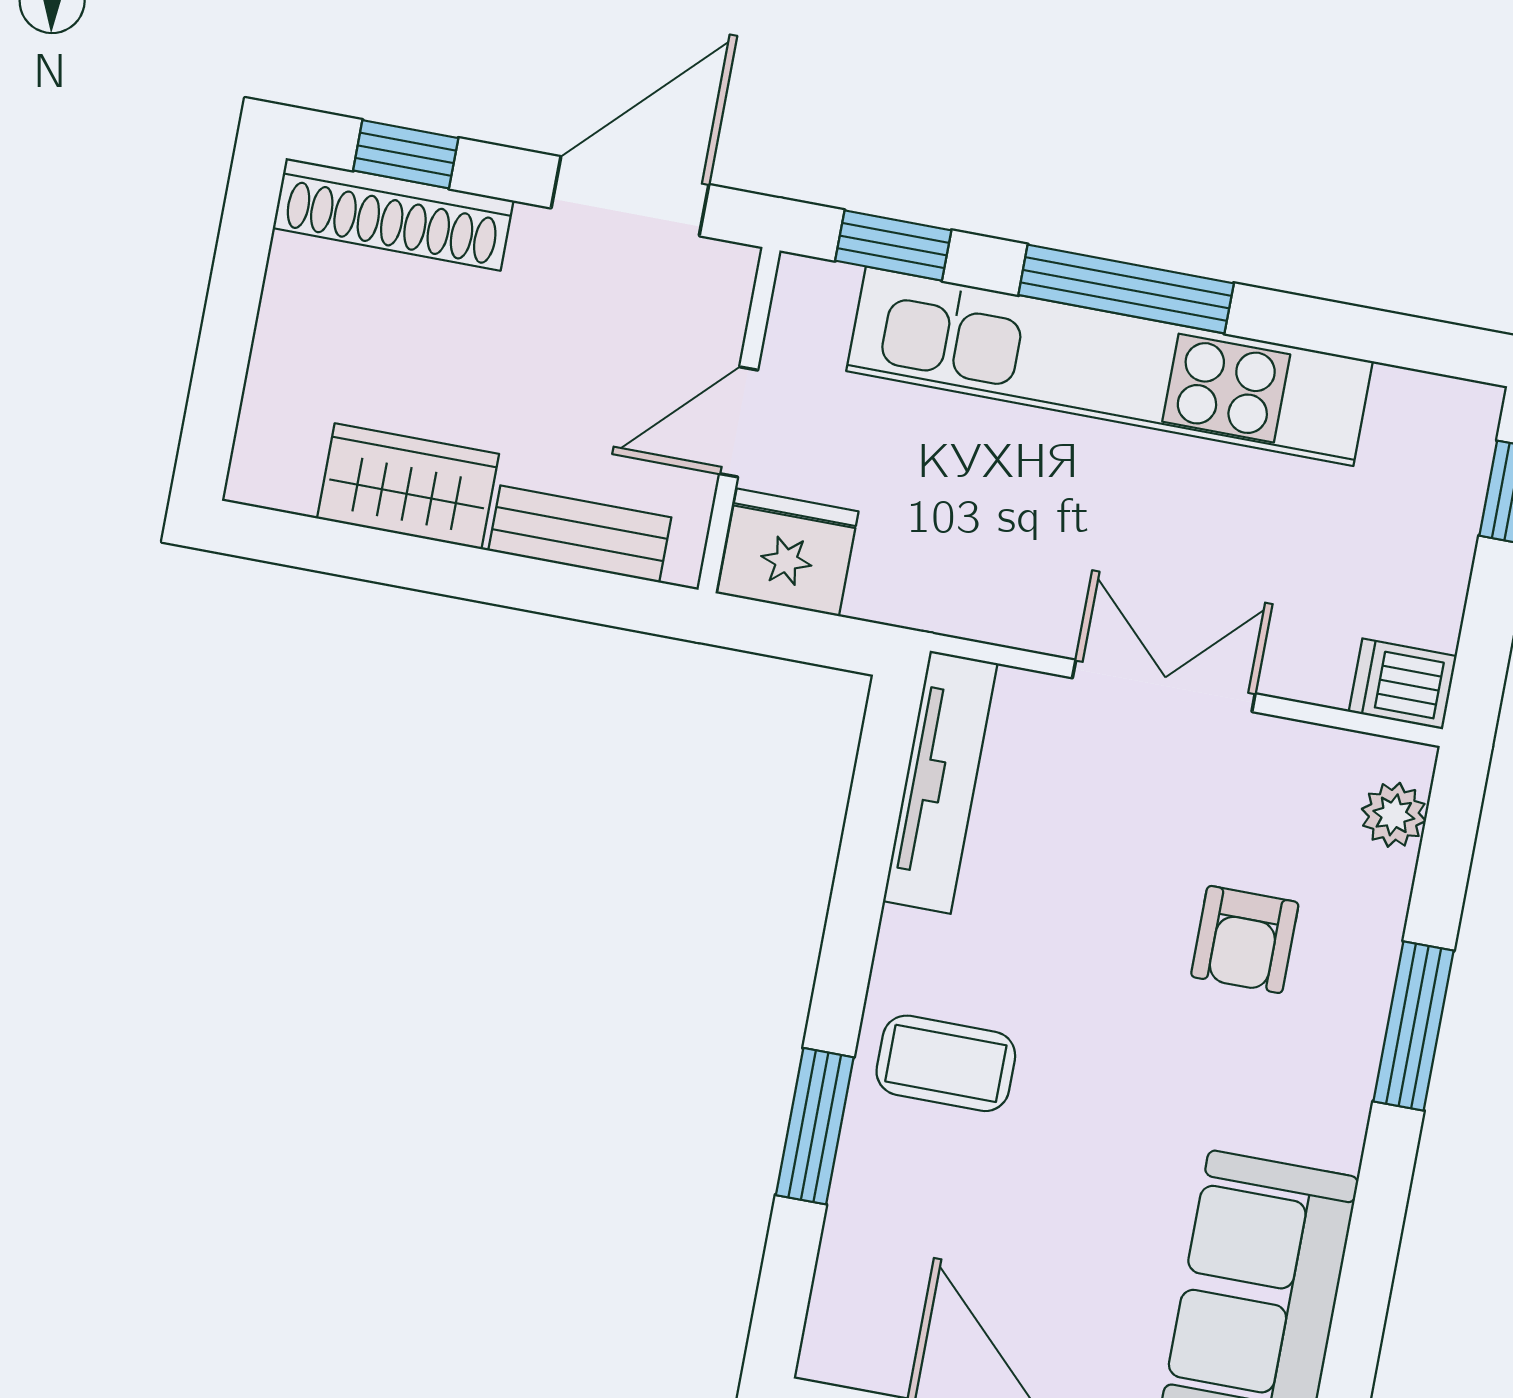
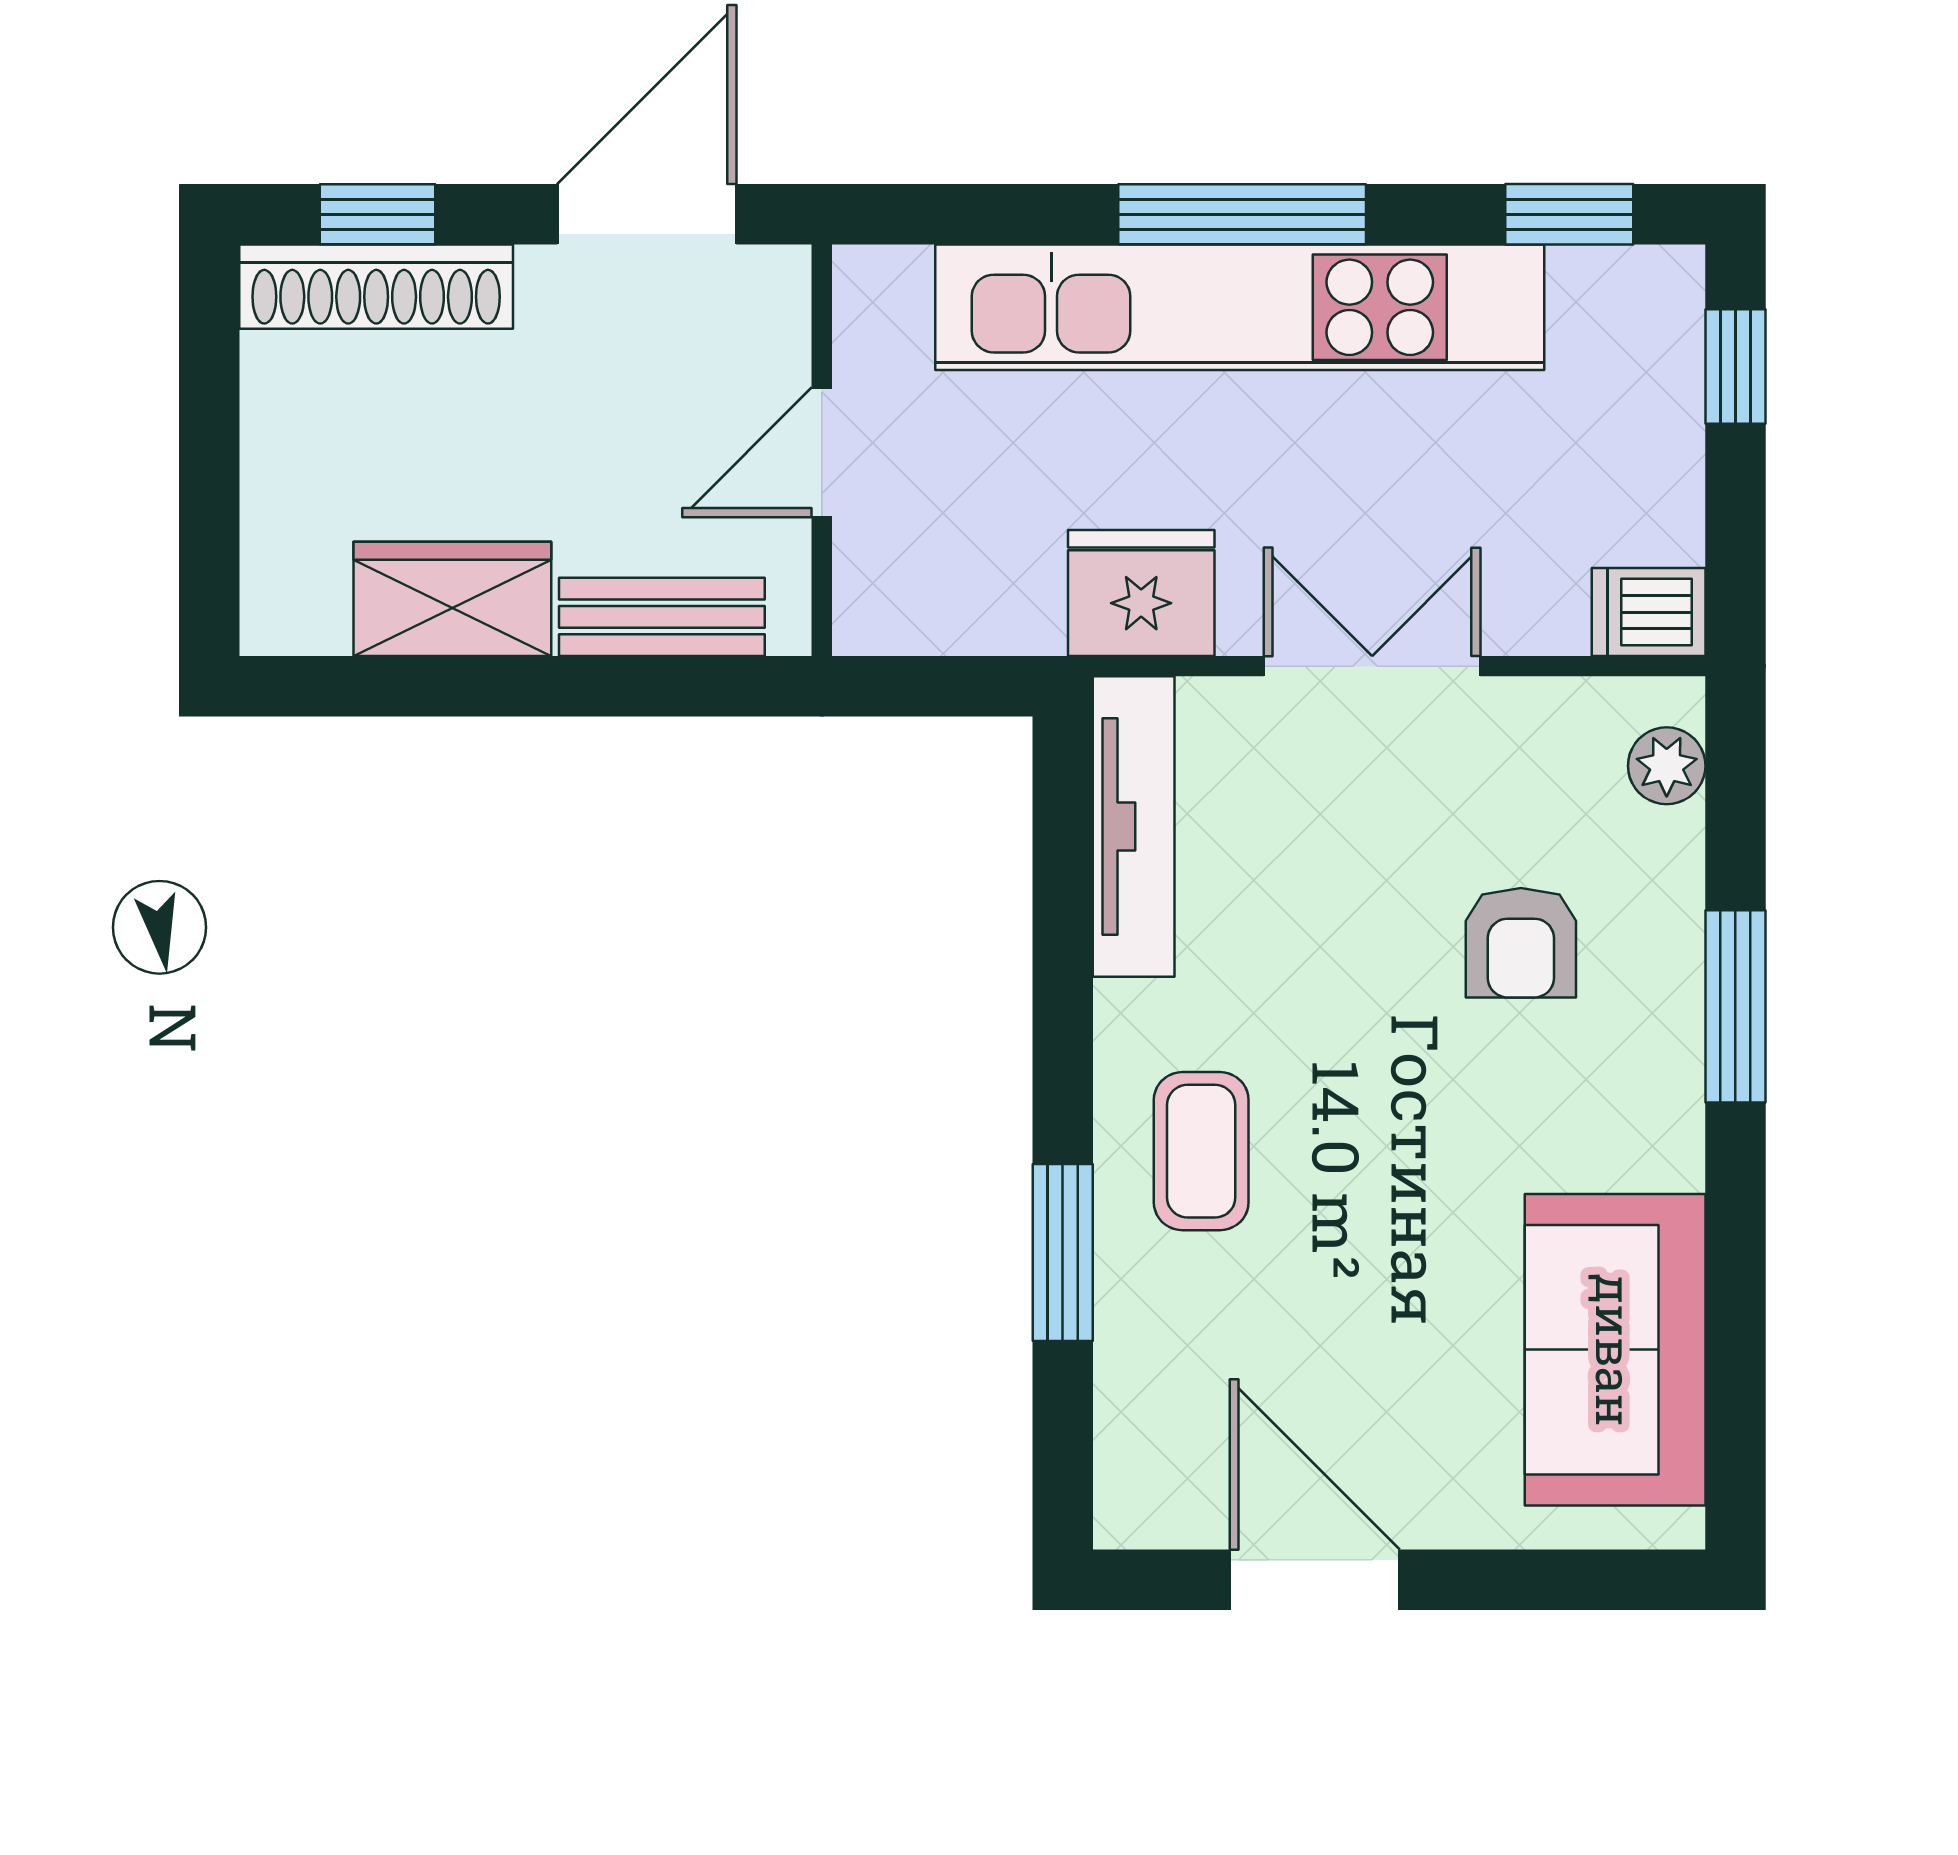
window: (893, 246) -> (1569, 214), moved
fridge: (788, 552) -> (1141, 593), moved
coffee table: (946, 1063) -> (1201, 1151), turned 90

